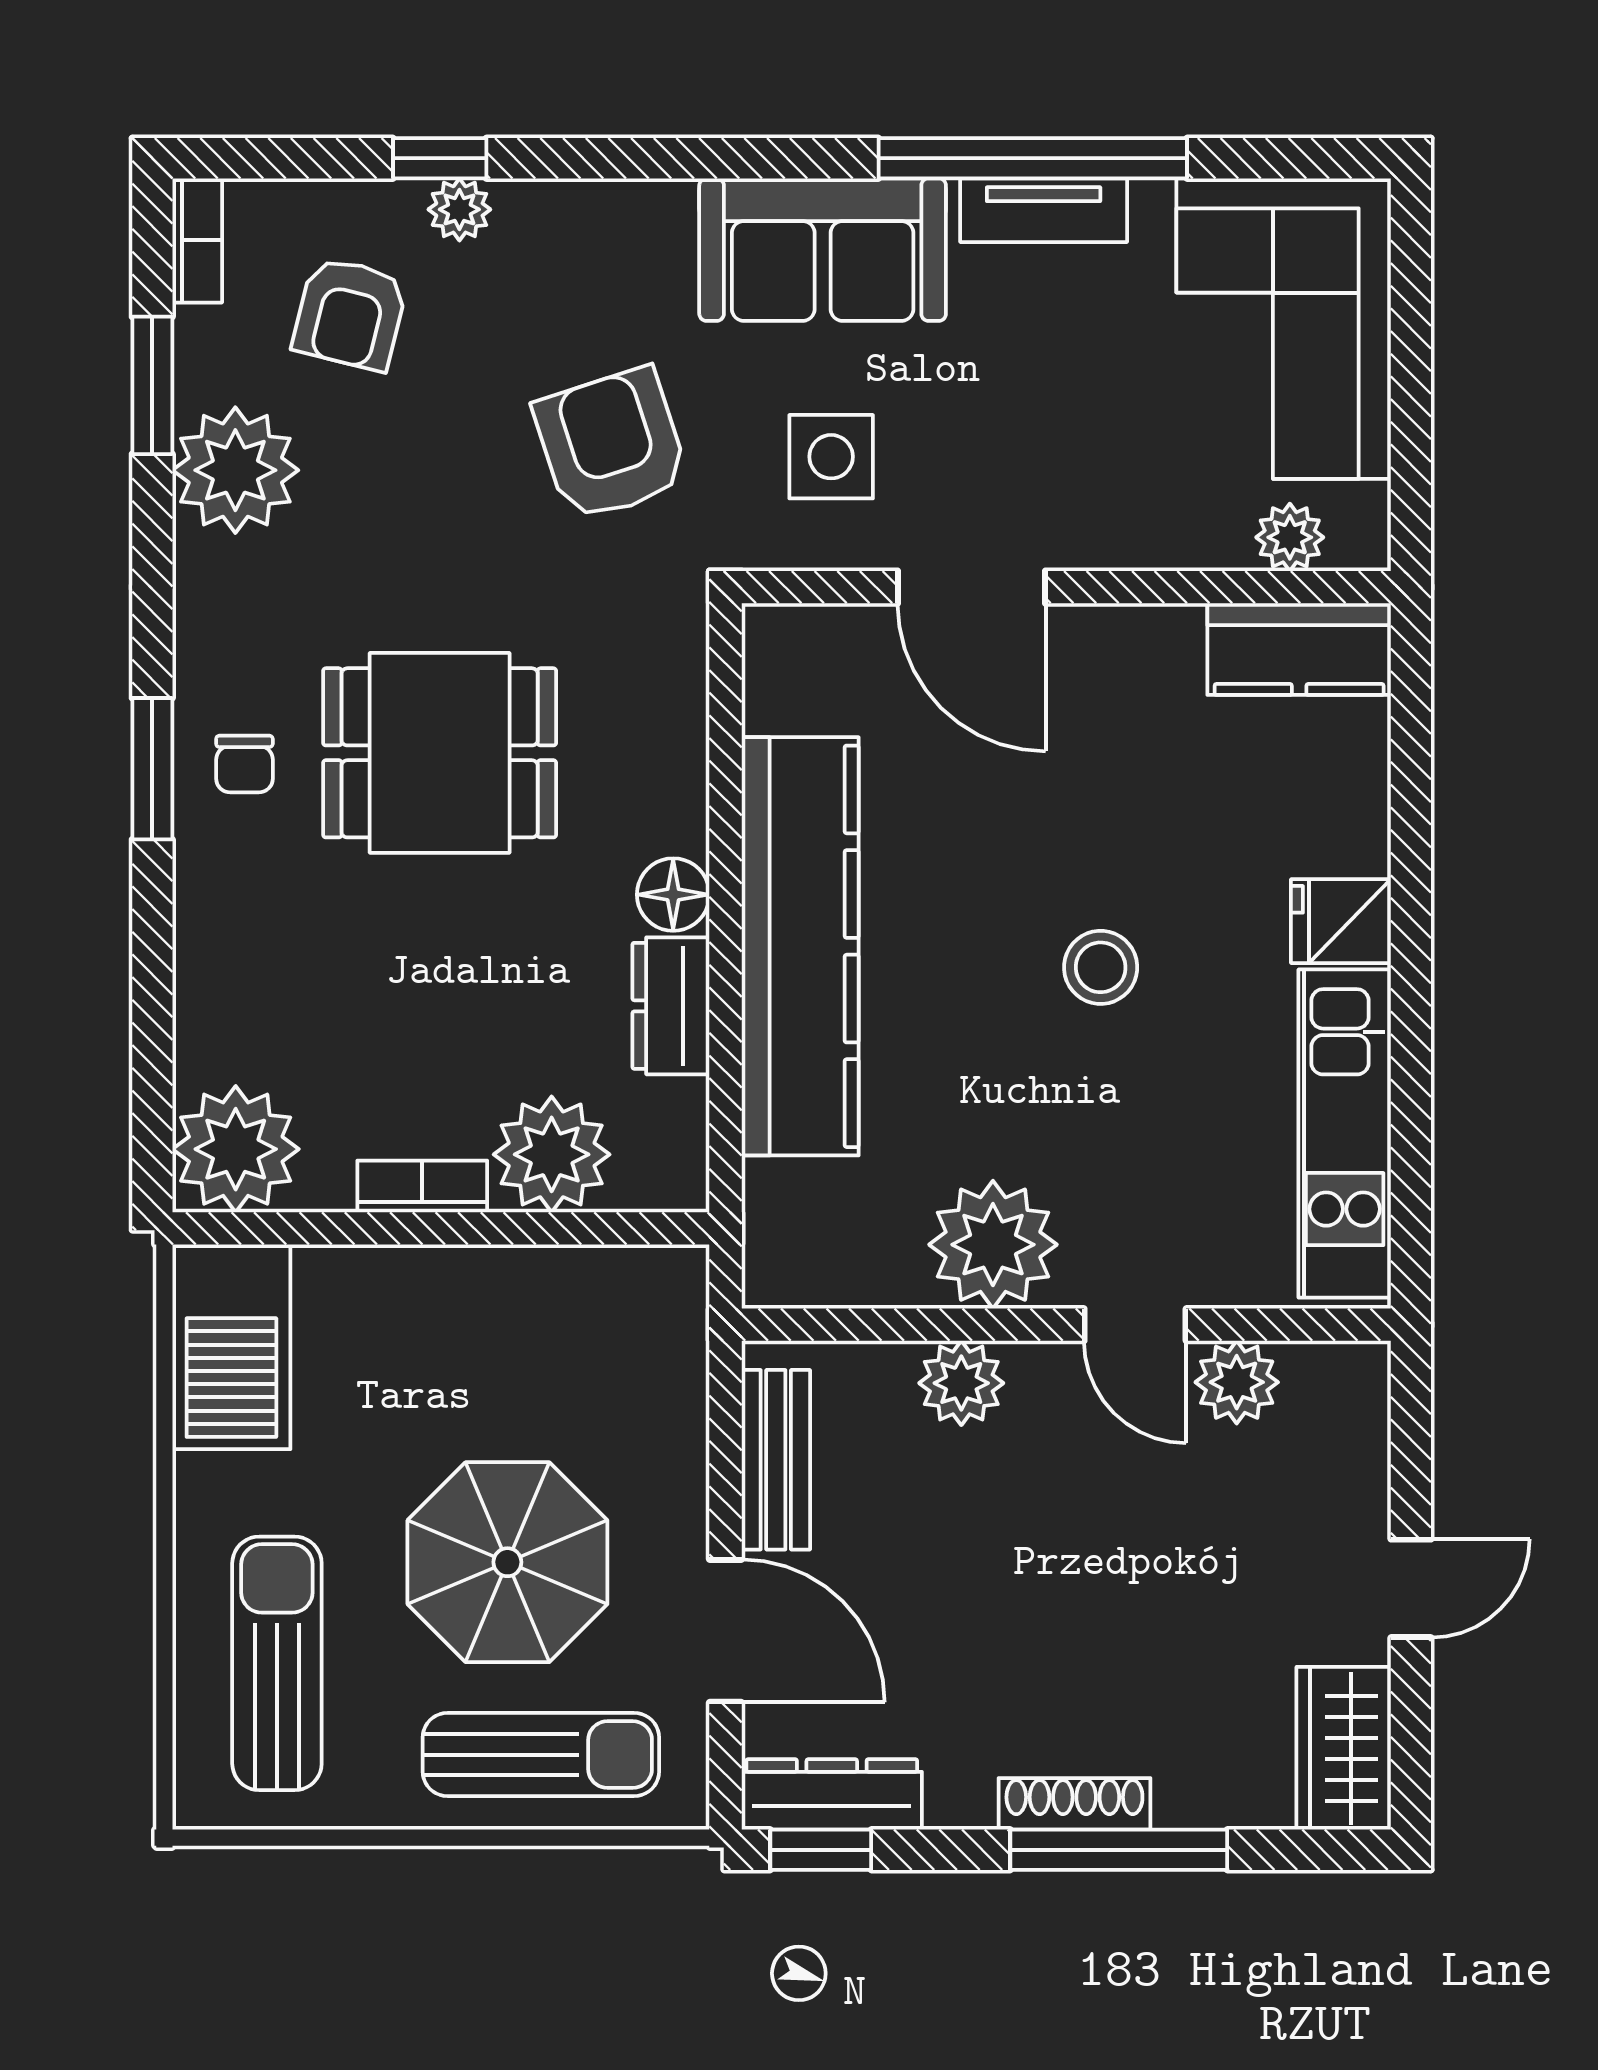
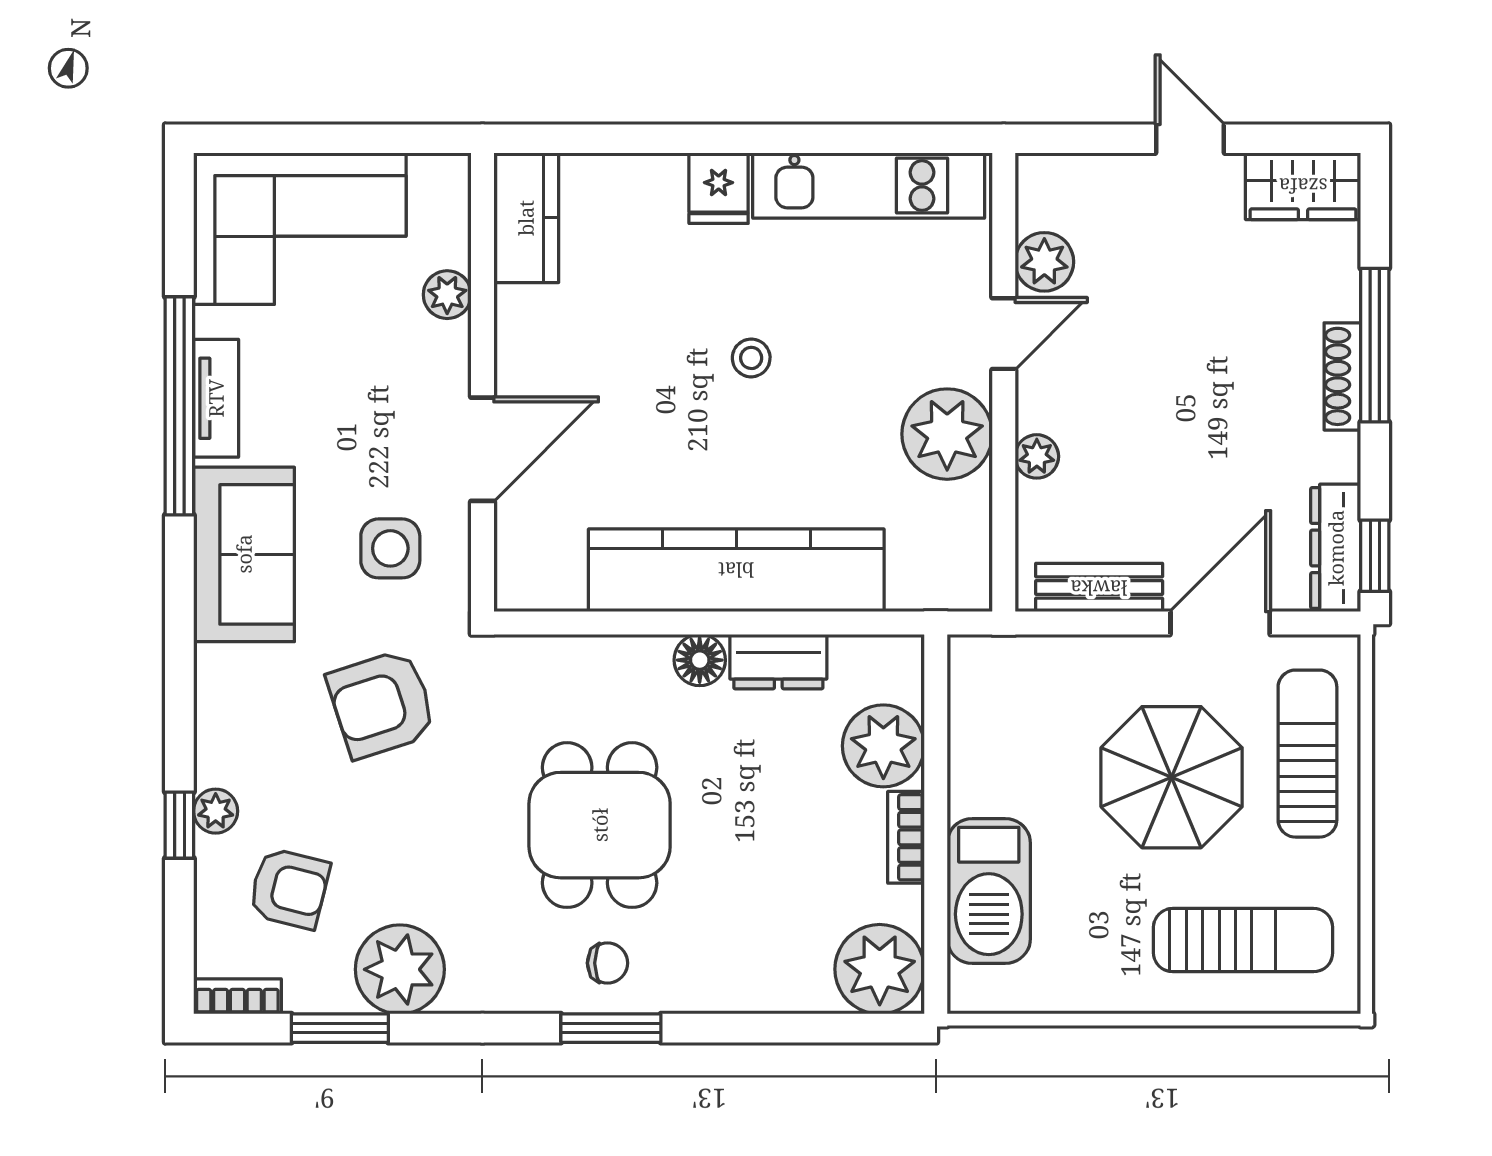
plant: (1290, 537) -> (447, 295), moved
stool: (1101, 967) -> (751, 358), width x0.73, depth x0.73
barbecue: (231, 1347) -> (989, 891), moved, turned 90
plant: (961, 1383) -> (1037, 456), width x0.73, depth x0.73
sun lounger: (277, 1663) -> (1243, 940), turned 180

